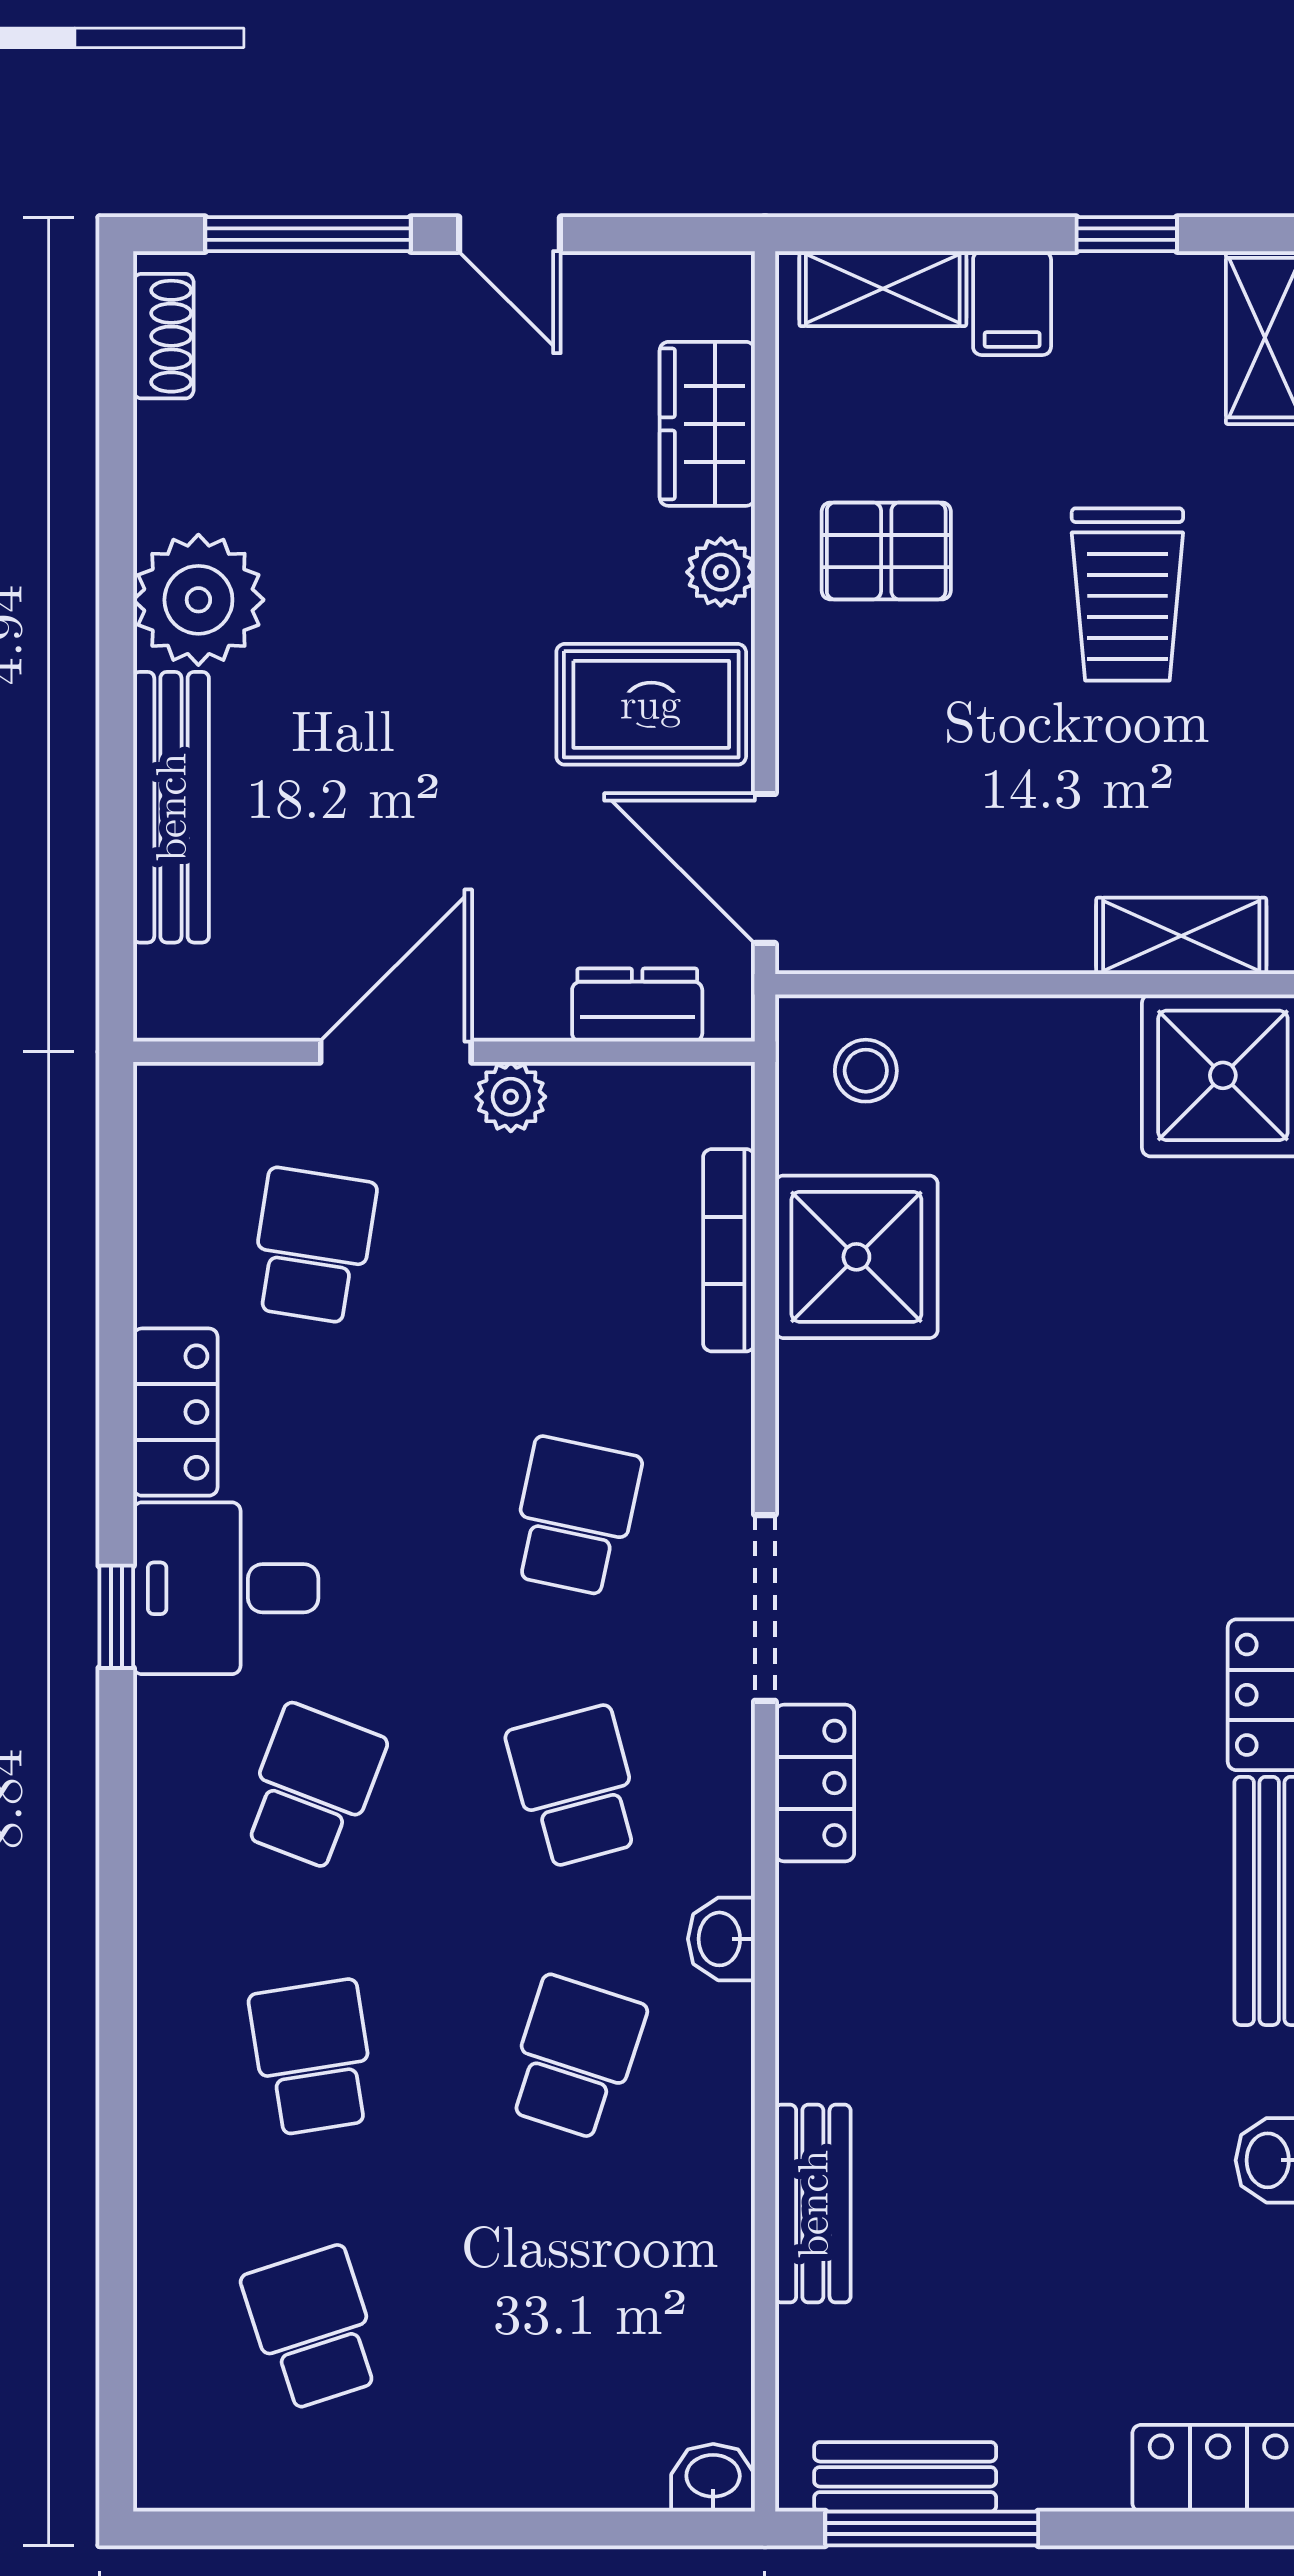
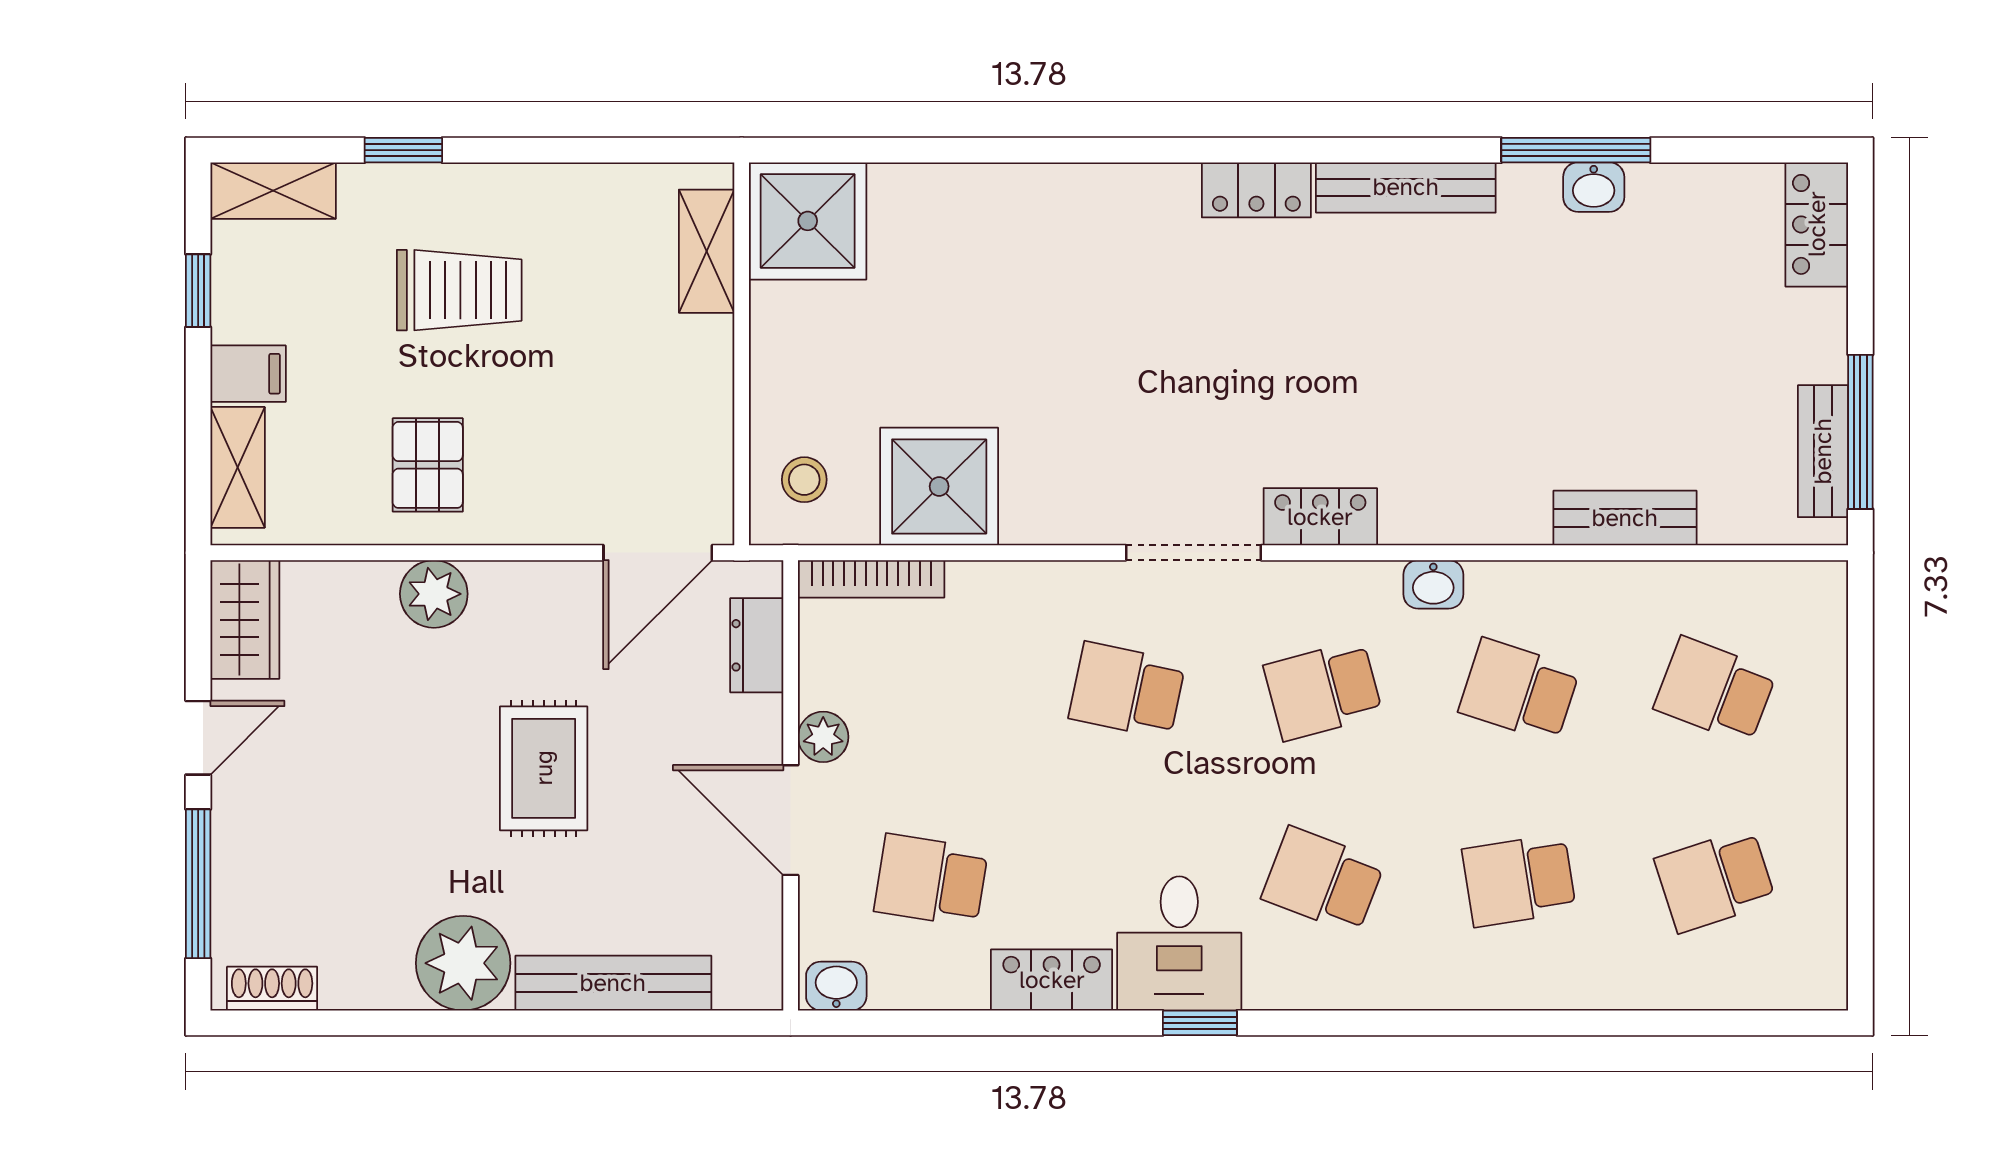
wardrobe: (707, 424) -> (245, 620), moved, turned -90
plant: (721, 572) -> (434, 594), width x1.38, depth x1.38
rug: (651, 704) -> (544, 768), moved
bookcase: (729, 1250) -> (871, 579), moved
school desk: (575, 2328) -> (1715, 690), added
washbasin: (713, 2478) -> (836, 986), moved, turned 90

